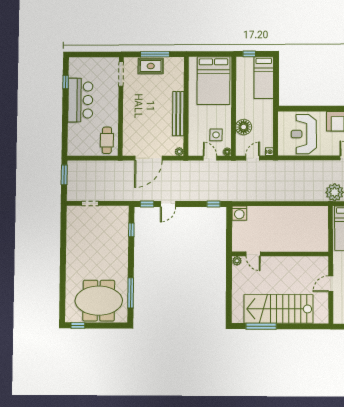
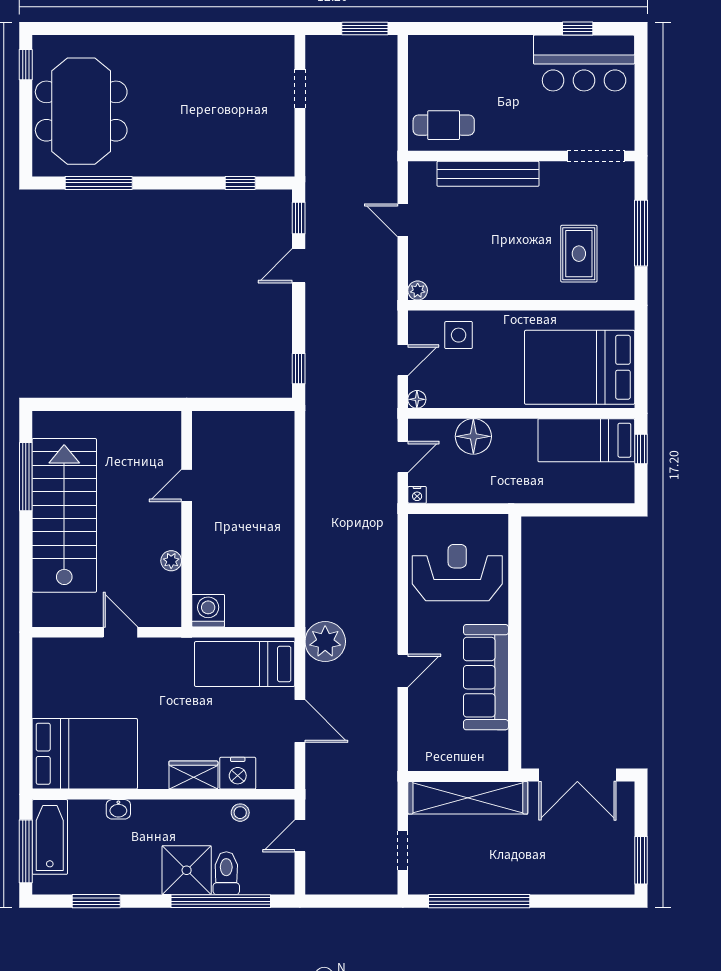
rug: (151, 66) -> (579, 254), moved
bed: (264, 78) -> (586, 440), moved
bar counter: (80, 100) -> (584, 63), moved
bench: (178, 114) -> (488, 174), moved
side table: (216, 135) -> (459, 335), moved
door: (148, 158) -> (403, 220), width x0.53
door: (253, 158) -> (403, 457), hinge flipped
door: (168, 204) -> (299, 266), hinge flipped
washing machine: (239, 213) -> (208, 611), moved, turned 90
door: (253, 254) -> (187, 485), moved
plant: (237, 261) -> (171, 561), moved

